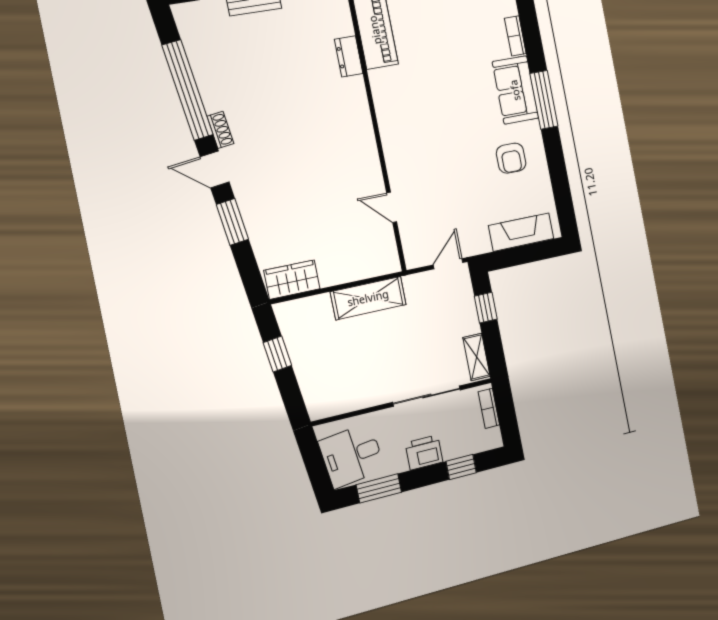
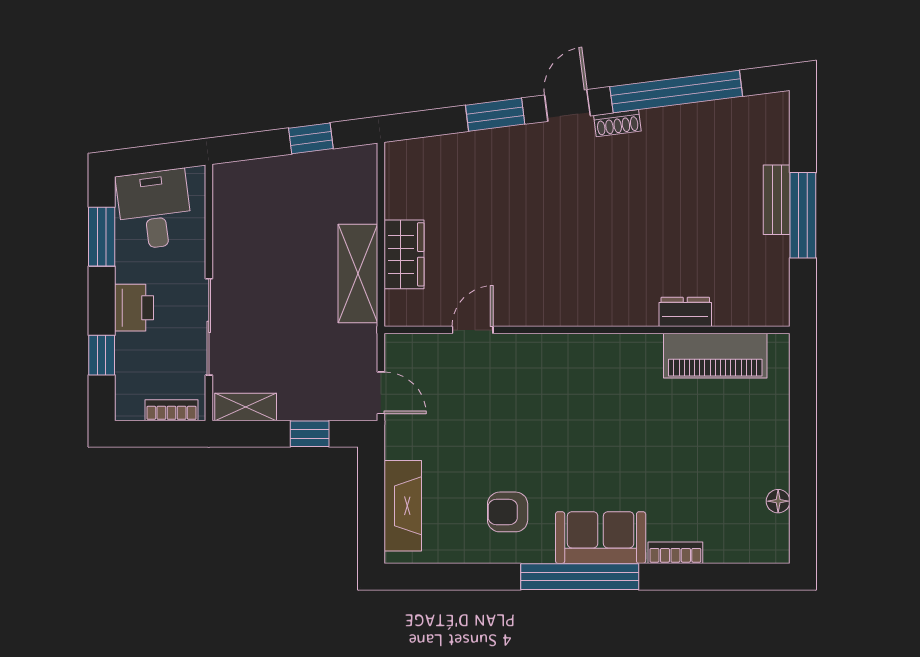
window: (544, 100) -> (580, 577), width x1.46
wardrobe: (292, 280) -> (404, 254), moved

